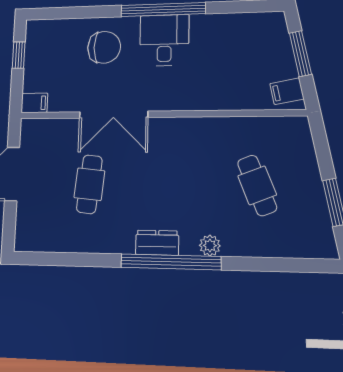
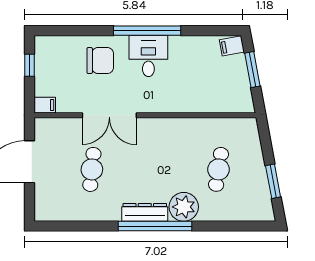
filing cabinet: (287, 91) -> (232, 46), moved
cafe table: (257, 185) -> (219, 169), turned 30
dresser: (157, 243) -> (145, 212), width x1.44
plant: (210, 246) -> (184, 207), width x1.88, depth x1.88

